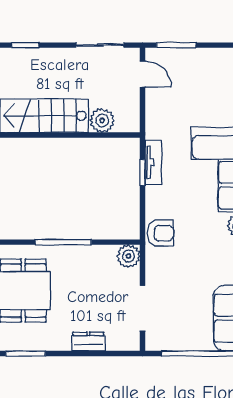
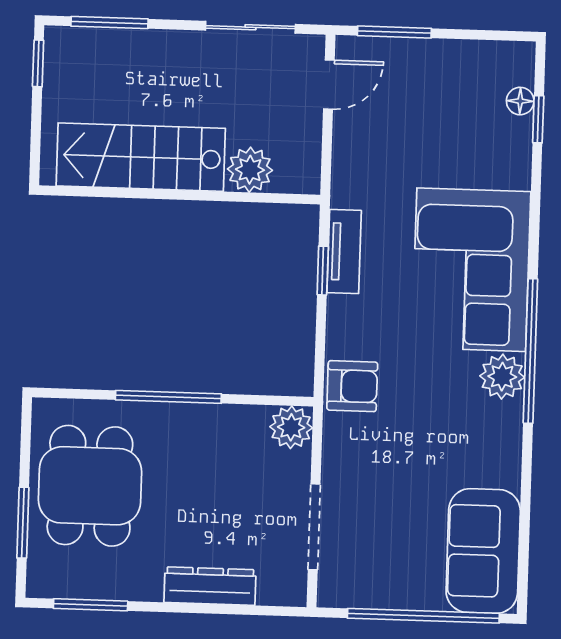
window: (25, 45) -> (109, 23), width x1.50
door: (142, 74) -> (329, 85), hinge flipped
dresser: (88, 341) -> (210, 586), width x1.44

